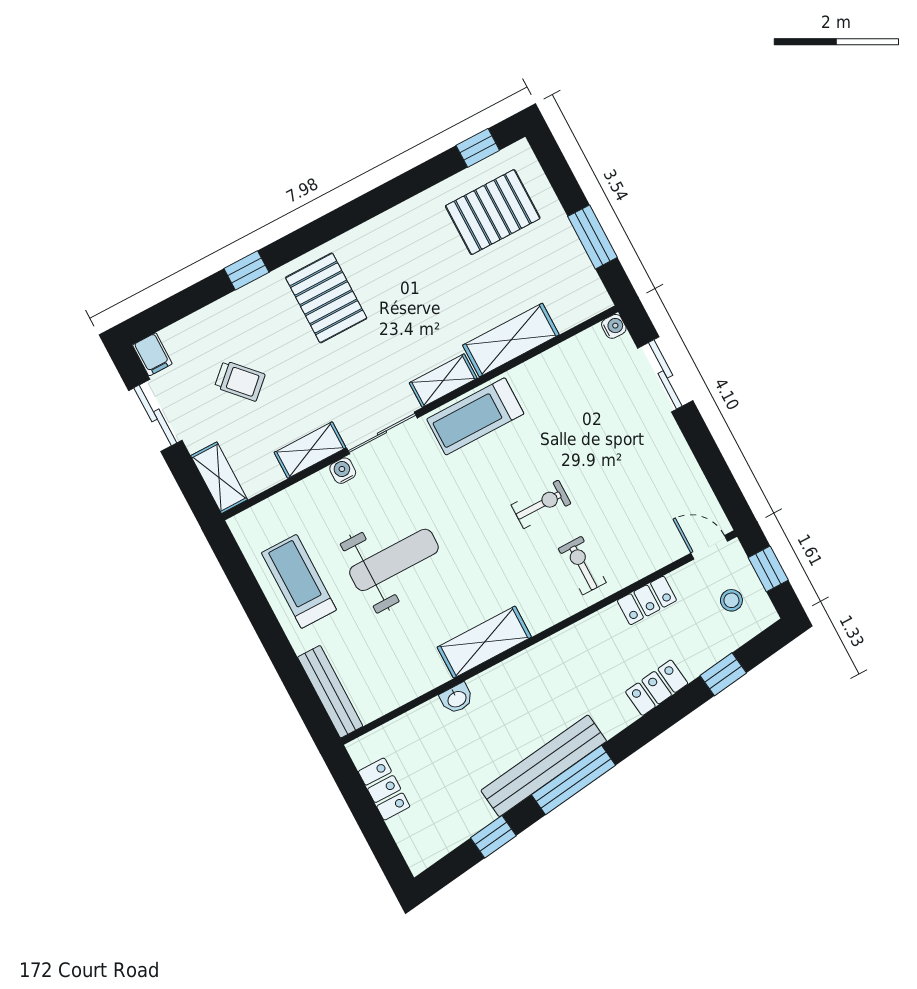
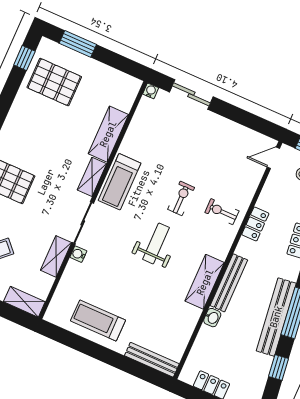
pallet: (493, 212) -> (54, 82), turned 90
window: (593, 237) -> (78, 44), moved
weight bench: (394, 560) -> (156, 243), moved, width x0.73, depth x0.75
locker: (647, 600) -> (255, 224), moved
bench: (516, 669) -> (229, 283), added

